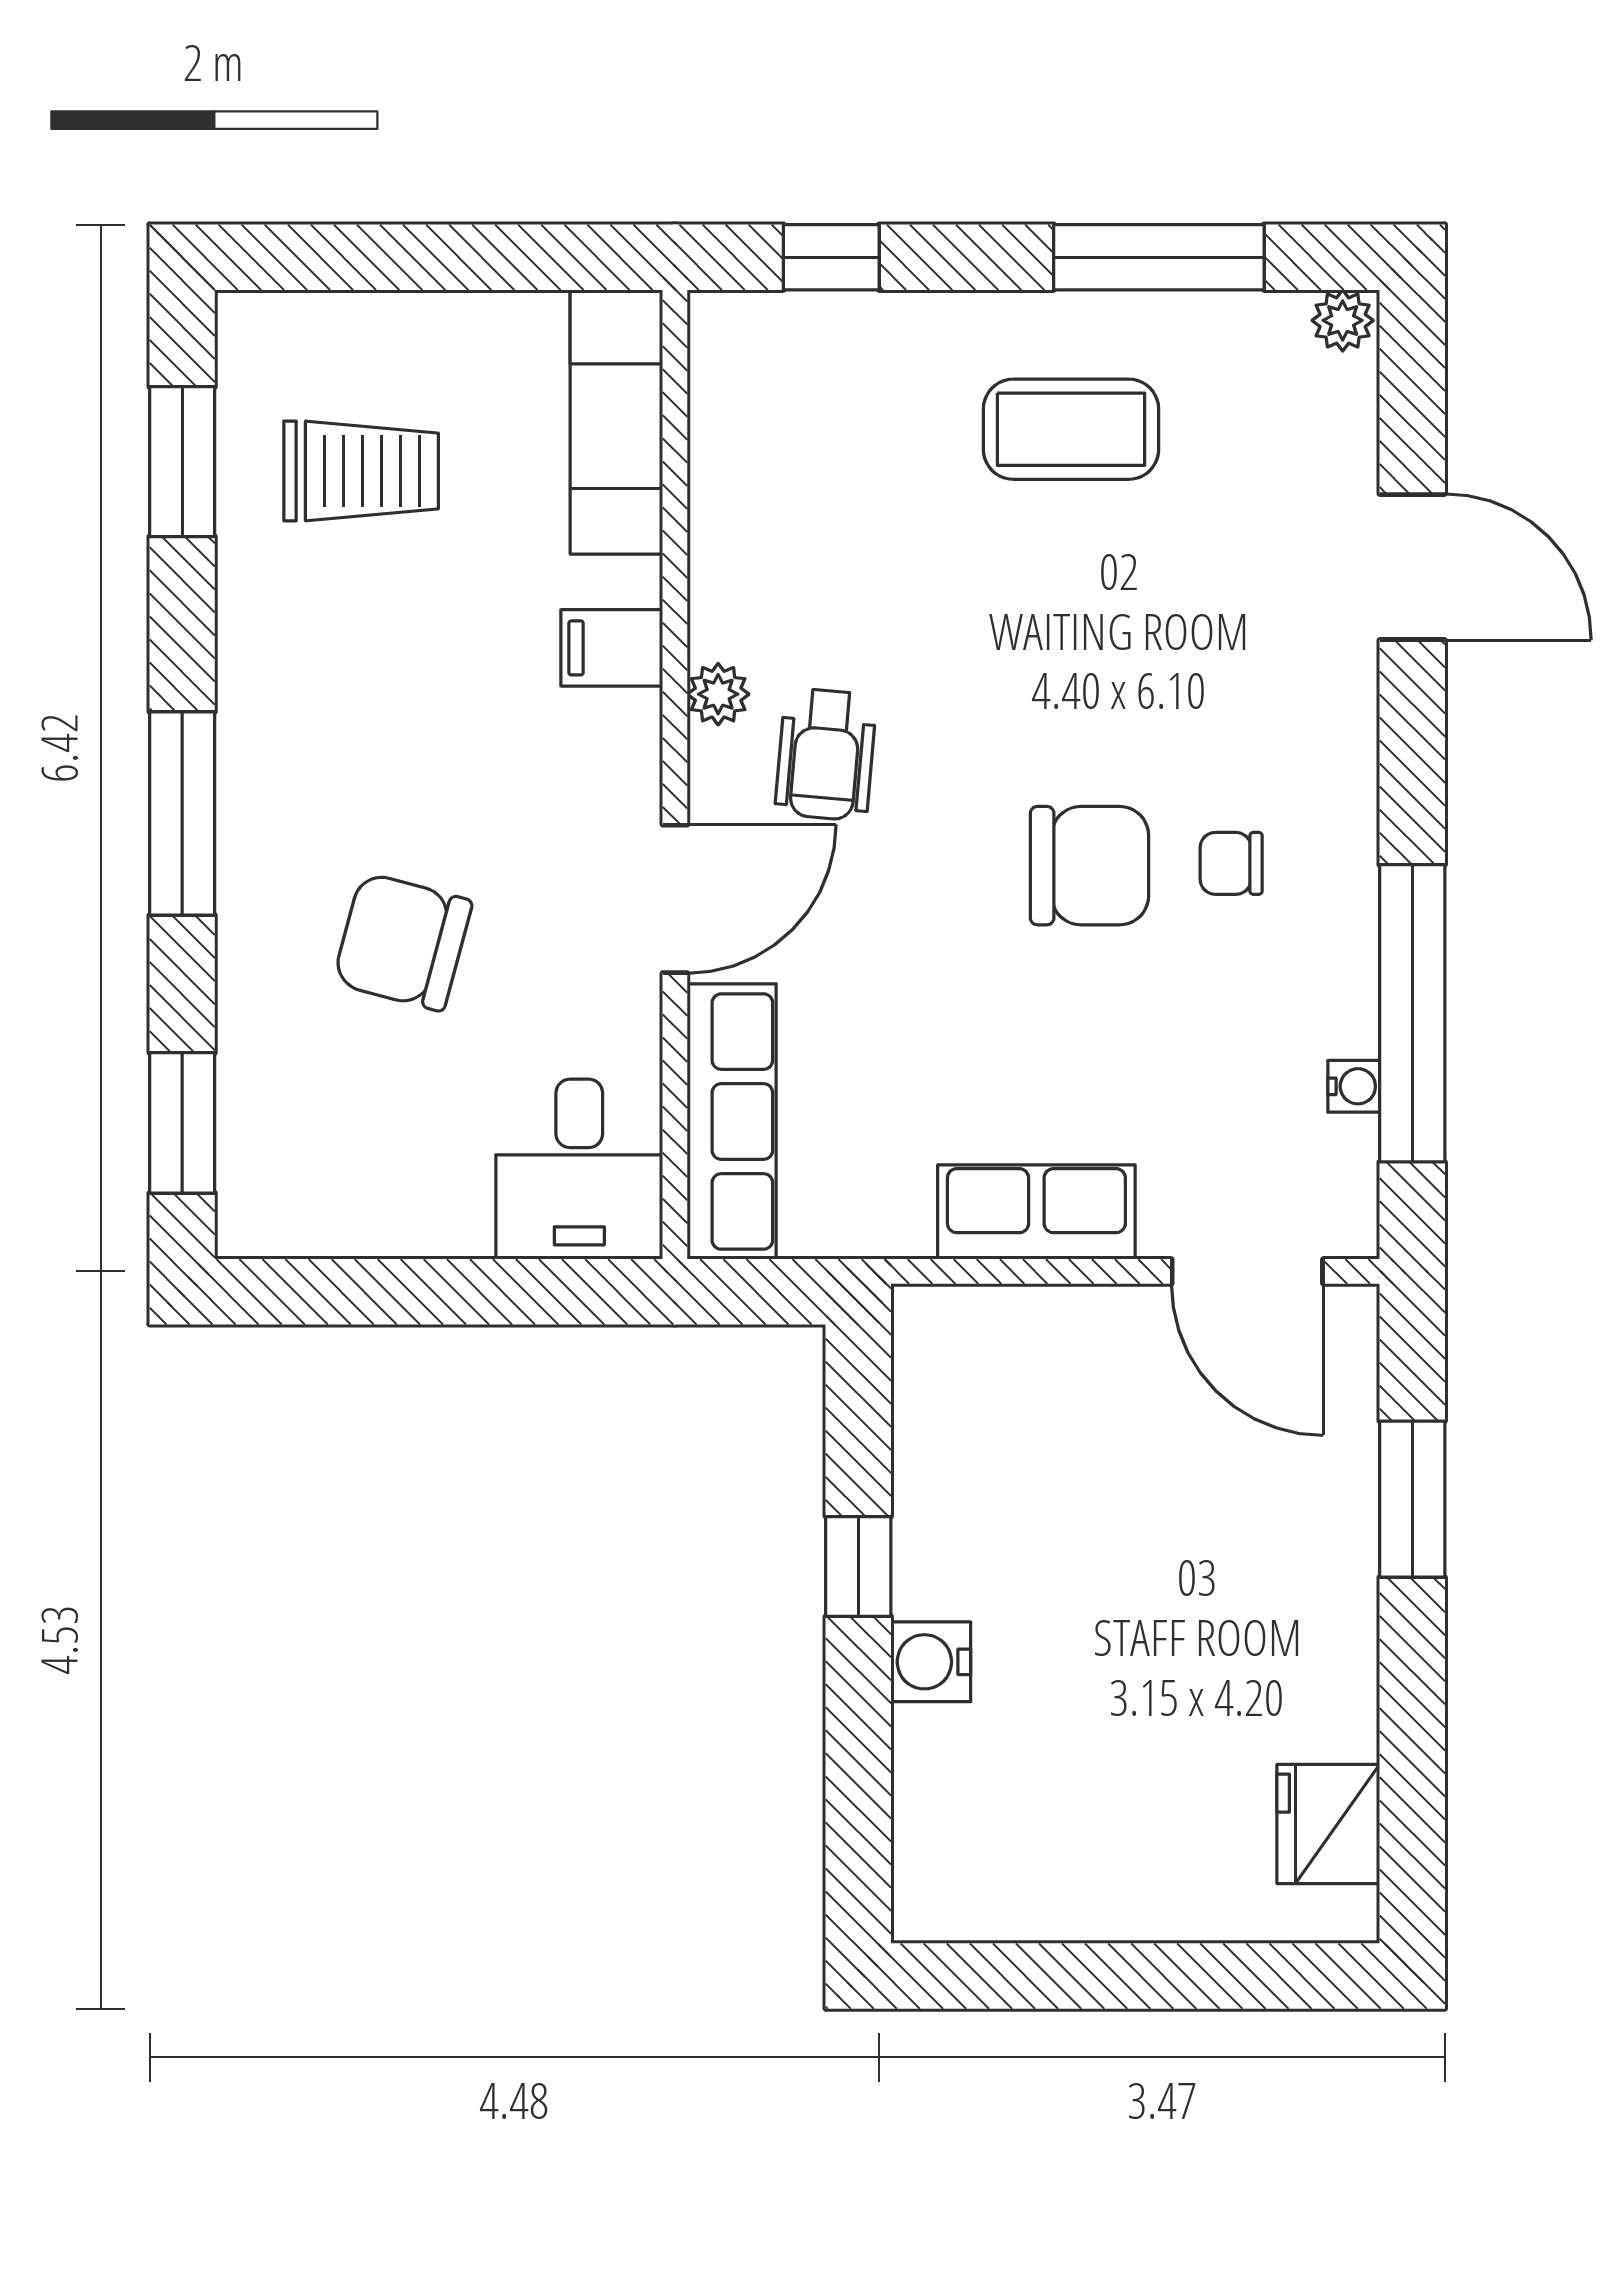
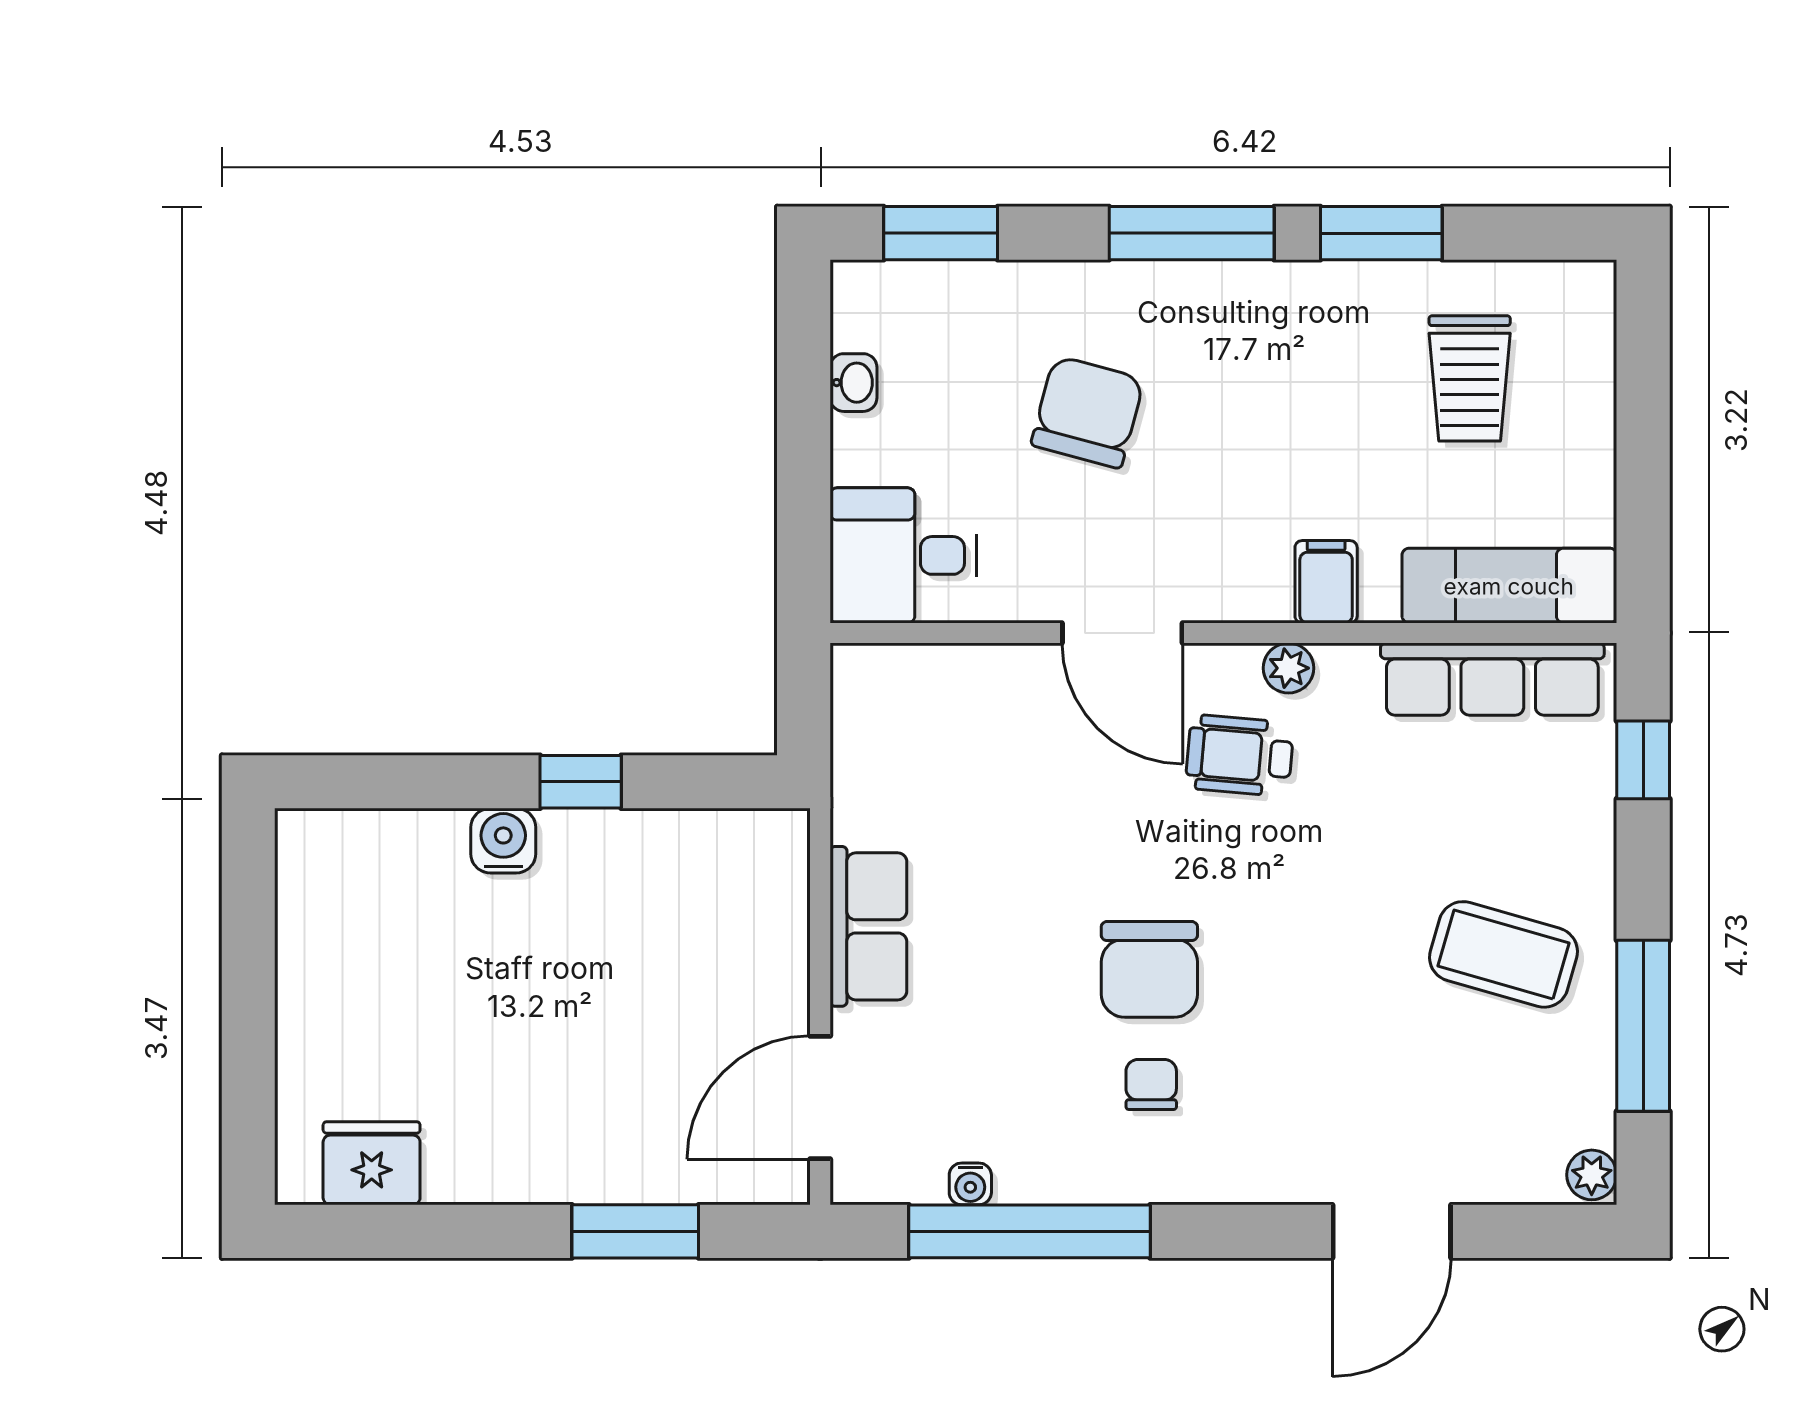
coffee table: (1071, 429) -> (1504, 954), turned -74
window: (182, 462) -> (1381, 233), moved
row of seats: (732, 1122) -> (1492, 679), moved
washbasin: (366, 1230) -> (853, 383), added

